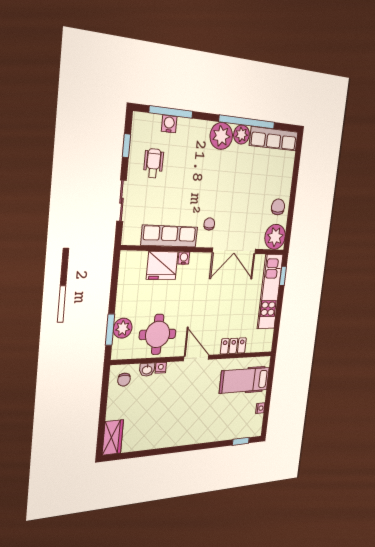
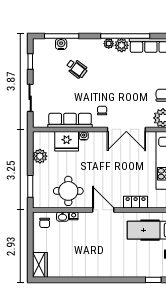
plant: (221, 136) -> (109, 44), width x0.53, depth x0.53
wheelchair: (154, 163) -> (77, 69), moved, turned 127
plant: (123, 328) -> (40, 156), moved

